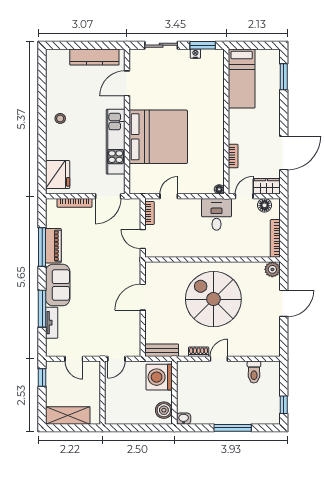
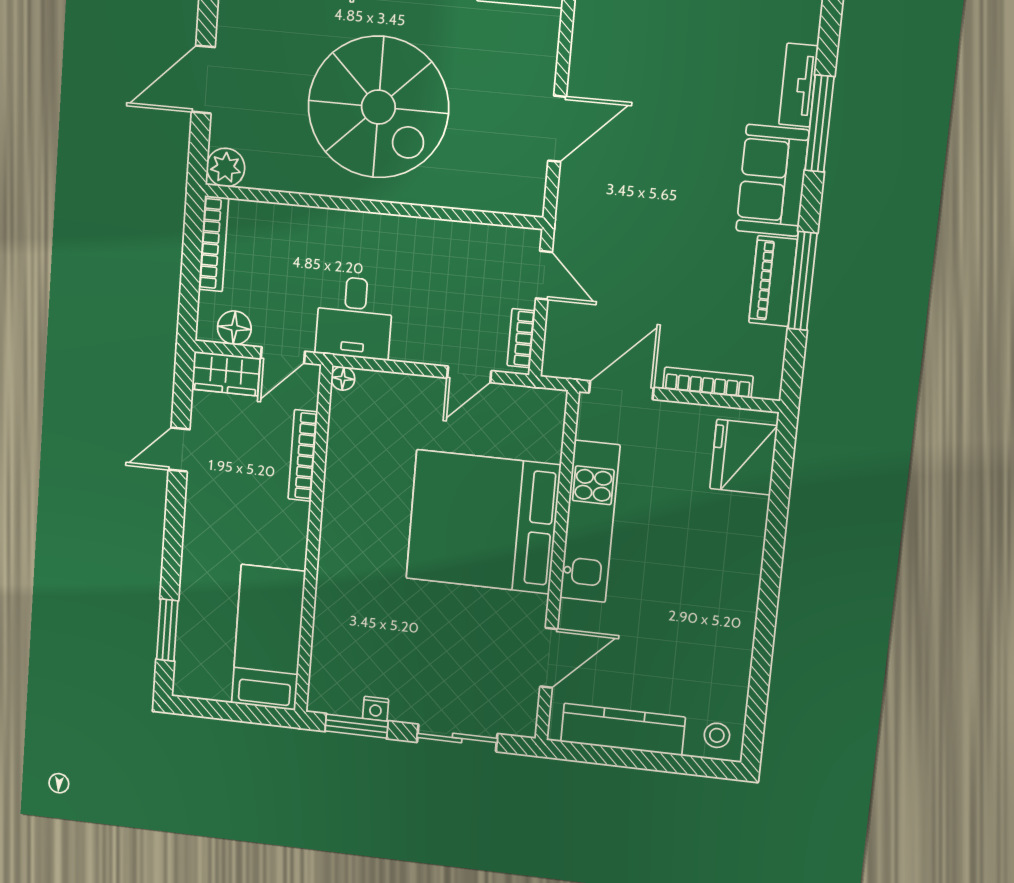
stool: (60, 118) -> (717, 735), moved
door: (284, 153) -> (179, 450), width x0.53
bookcase: (233, 156) -> (303, 455), width x1.56

